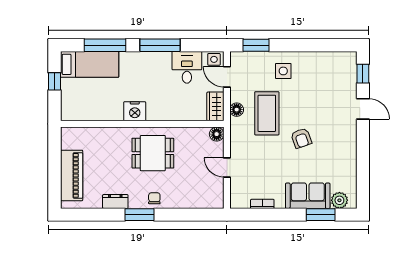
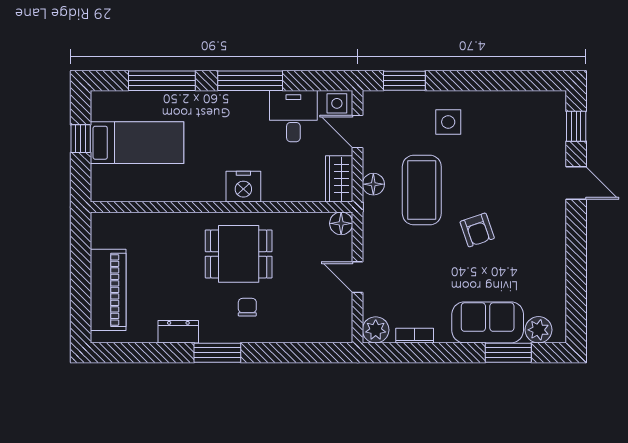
bed: (90, 64) -> (137, 143), moved
nightstand: (135, 111) -> (243, 187), moved
chair: (154, 198) -> (247, 307), moved
plant: (238, 200) -> (376, 330), added

